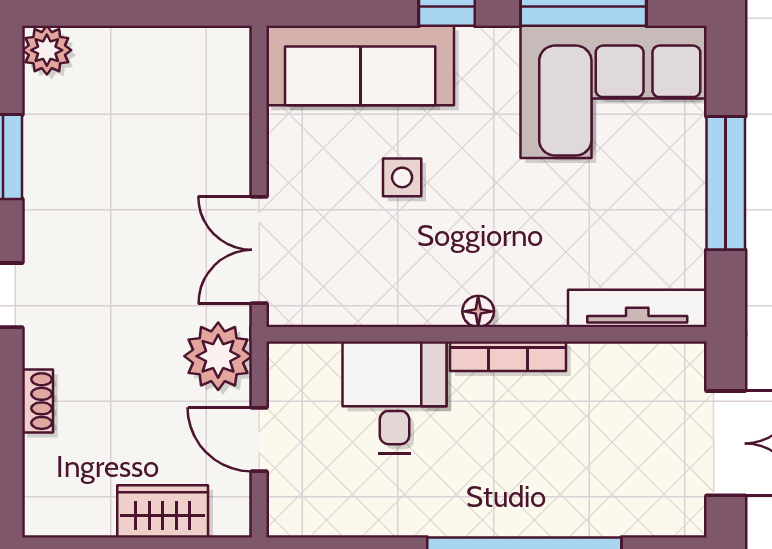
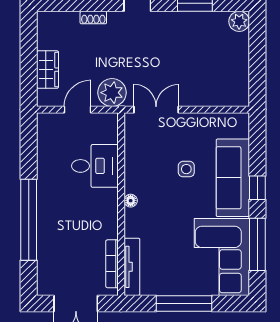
sofa: (360, 65) -> (233, 178), moved
bookcase: (508, 356) -> (112, 264), moved

